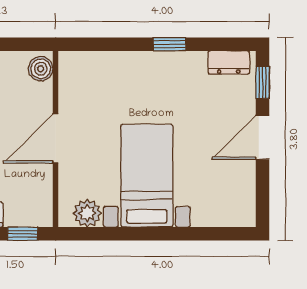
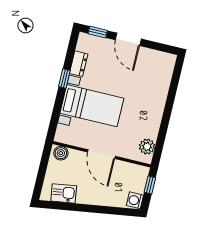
dresser: (229, 62) -> (79, 64), moved
bed with nightstands: (147, 176) -> (92, 106), moved, turned 180

